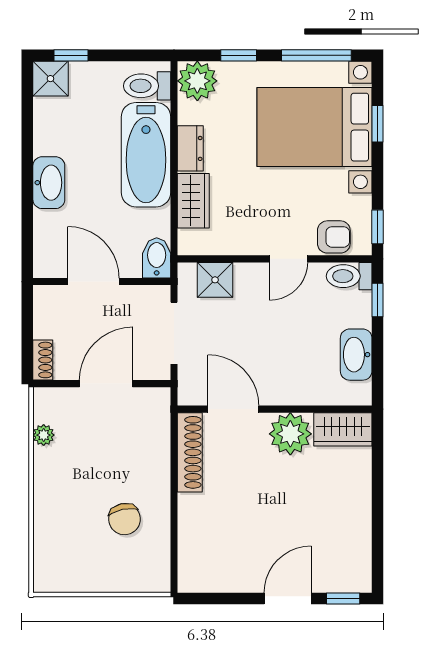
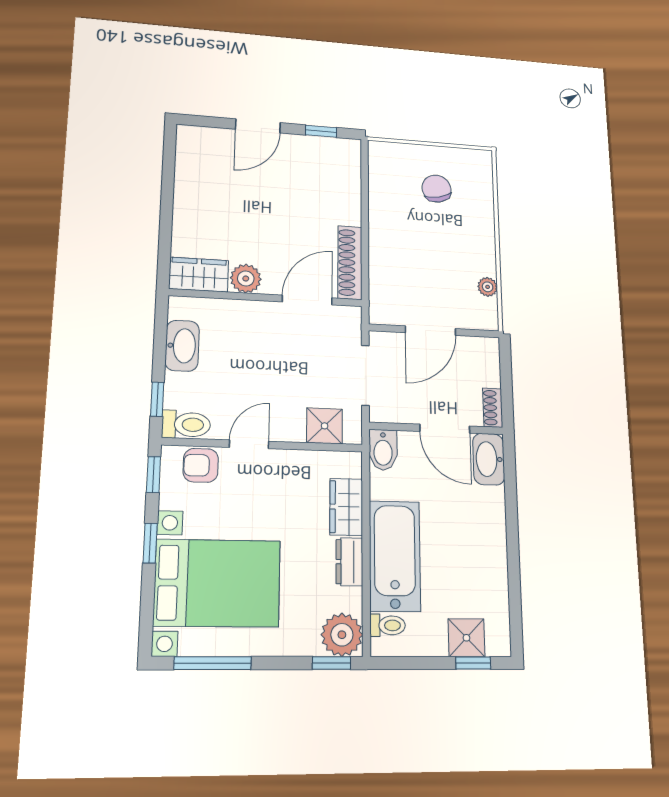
window: (239, 55) -> (331, 663), moved
shower: (50, 79) -> (466, 638), moved
toilet: (147, 86) -> (388, 625), width x0.73, depth x0.72
window: (378, 124) -> (150, 543), moved
washbasin: (49, 183) -> (489, 459), moved
shoe rack: (43, 360) -> (493, 408), moved
door: (233, 409) -> (307, 300), swing flipped
plant: (290, 434) -> (246, 279), width x0.73, depth x0.73
chair: (125, 519) -> (436, 189), moved
window: (343, 598) -> (321, 131), moved

